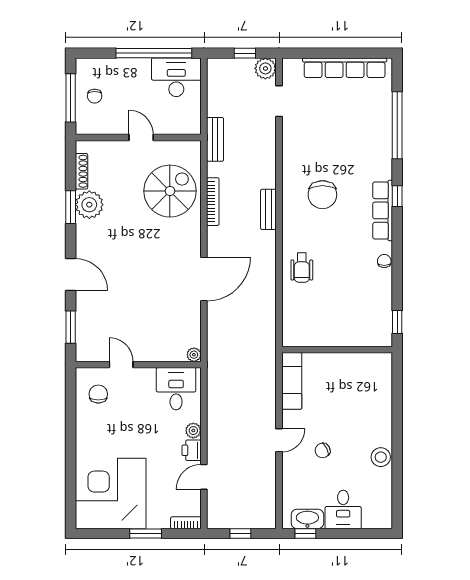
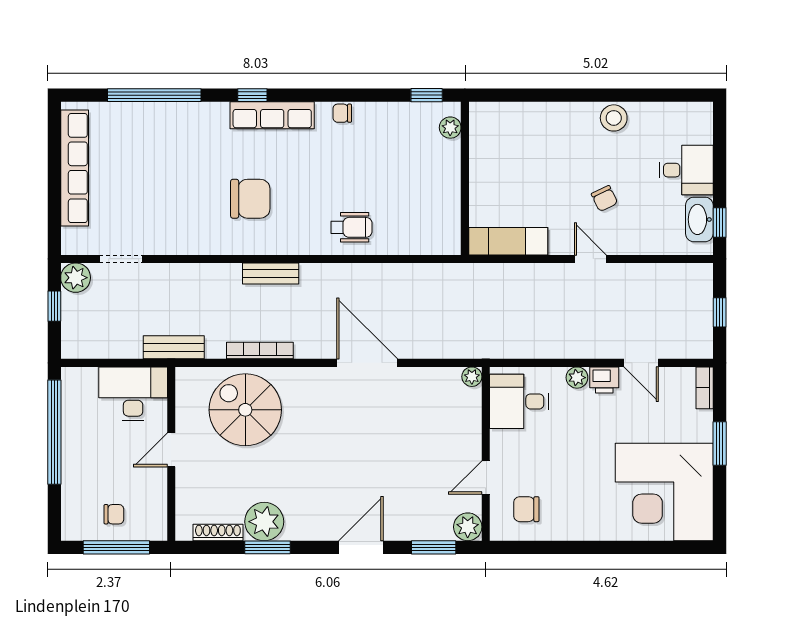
desk: (176, 77) -> (133, 394), moved, turned 90
plant: (374, 339) -> (450, 128), added
plant: (85, 352) -> (468, 527), added

